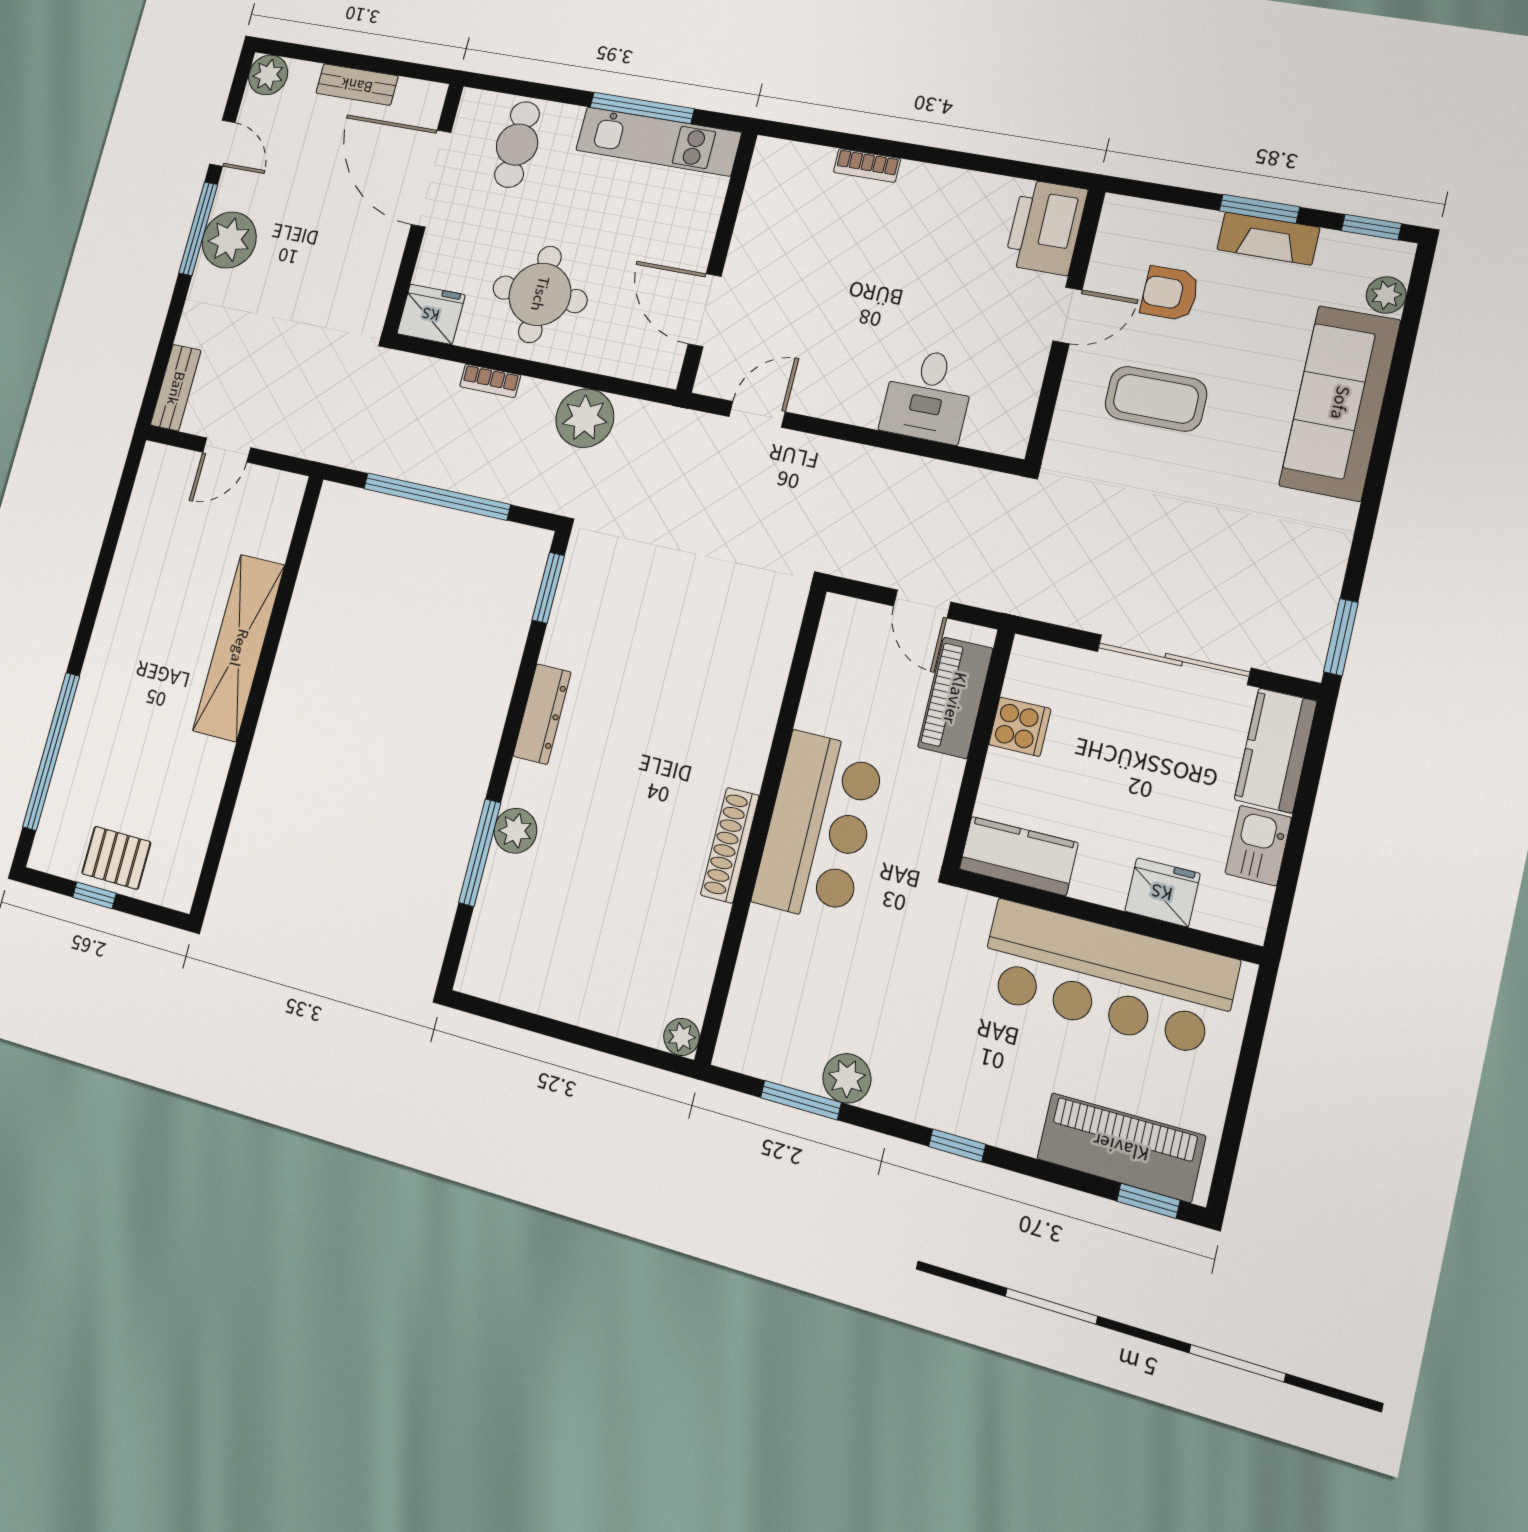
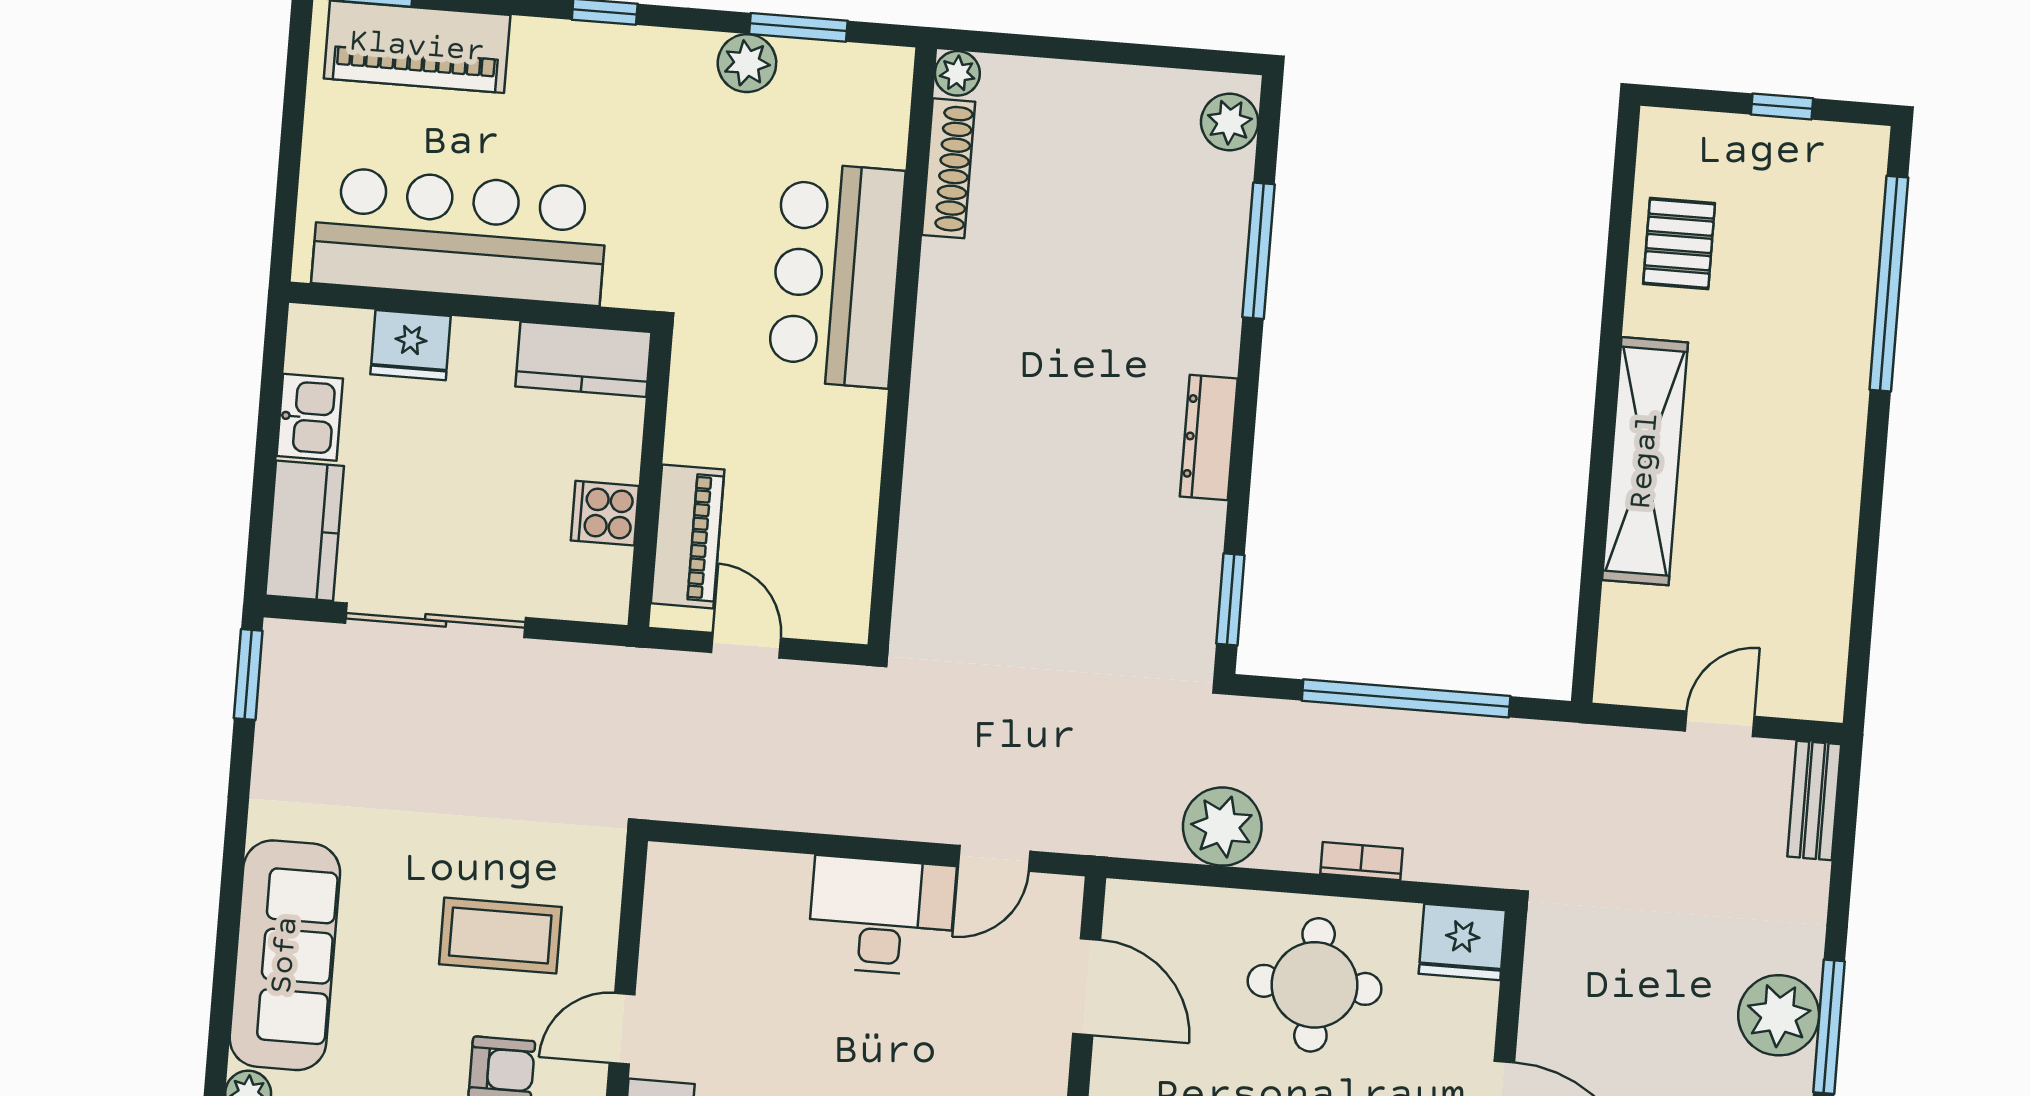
desk: (928, 395) -> (882, 916), moved, width x1.37
bar counter: (819, 827) -> (836, 275), moved
plant: (515, 831) -> (1230, 122), moved
shoe rack: (730, 845) -> (949, 168), moved
pallet: (116, 858) -> (1679, 244), moved, turned 90

